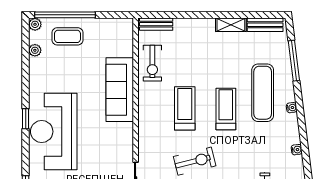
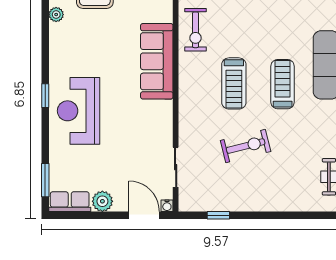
treadmill: (185, 108) -> (234, 83), turned 180
reception desk: (54, 132) -> (78, 111), width x0.74, depth x0.77

